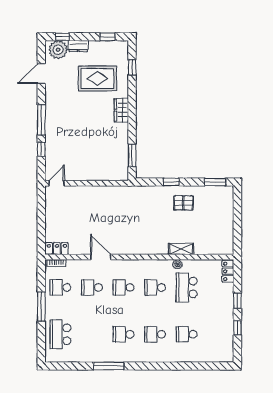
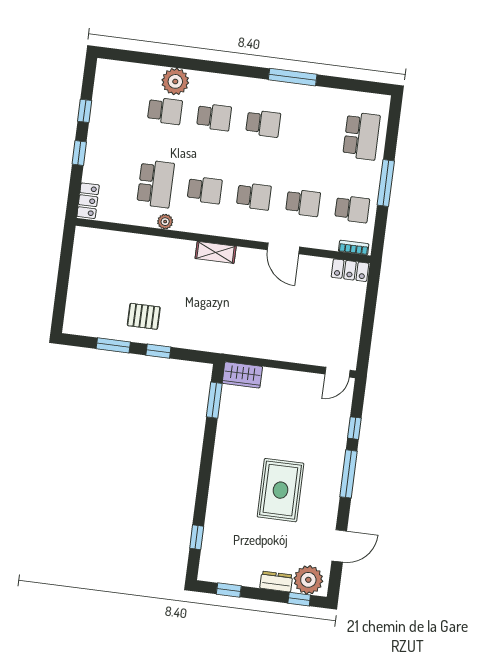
rug: (97, 78) -> (280, 490), moved, turned 90
wardrobe: (121, 110) -> (242, 375), moved, turned 90
window: (215, 182) -> (113, 345), moved
shelving: (181, 249) -> (216, 252), moved
plant: (182, 354) -> (175, 81), added

